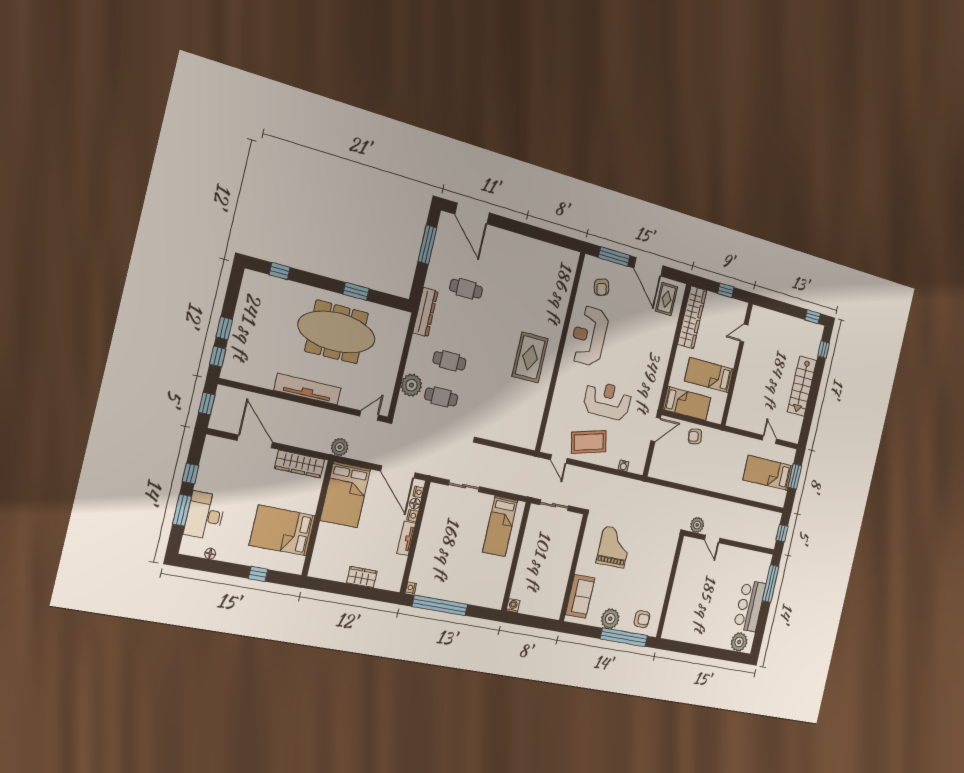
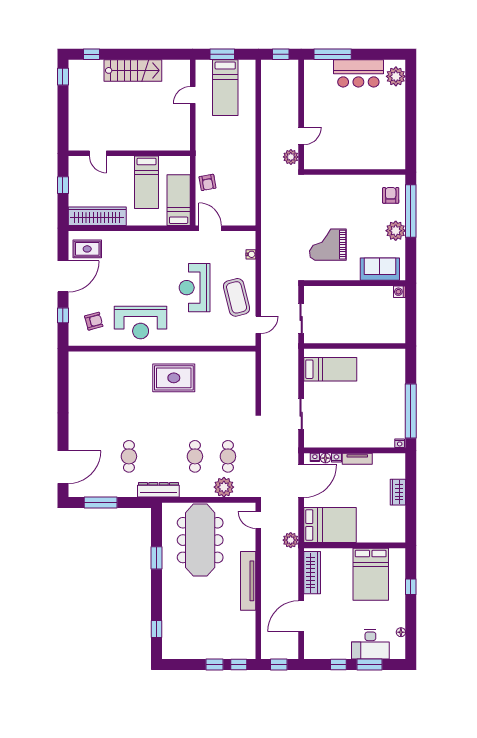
window: (614, 257) -> (63, 315), width x0.46
meeting table: (337, 332) -> (200, 540), moved
washing machine: (513, 606) -> (400, 292), moved

